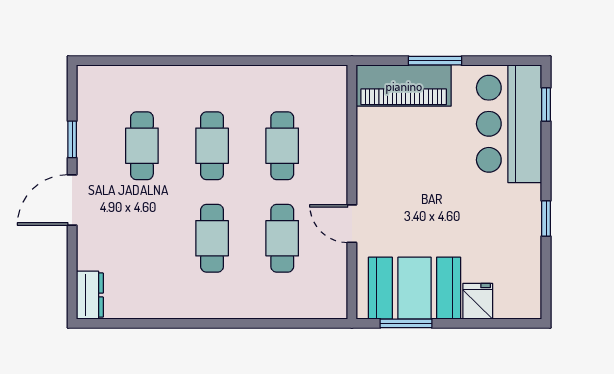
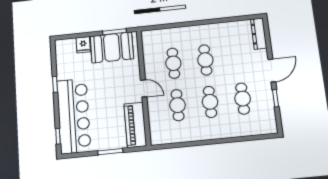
piano: (404, 86) -> (135, 125), moved, turned -90
bar counter: (509, 124) -> (74, 116), width x1.36
door: (352, 224) -> (144, 88), moved
dresser: (90, 295) -> (259, 34), width x1.44

